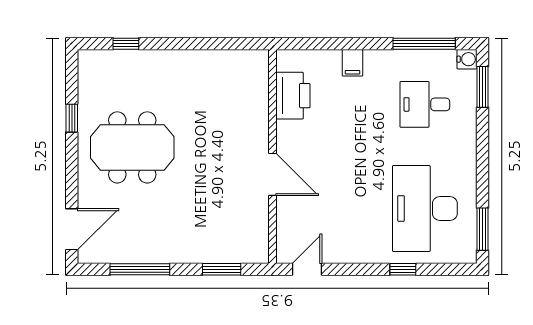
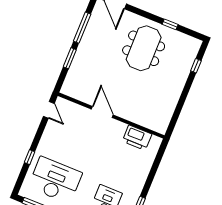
filing cabinet: (352, 63) -> (141, 174), removed
door: (273, 174) -> (102, 112), swing flipped
window: (222, 269) -> (70, 58), moved

